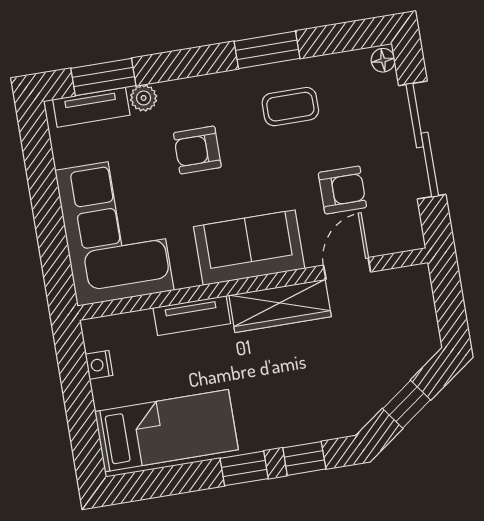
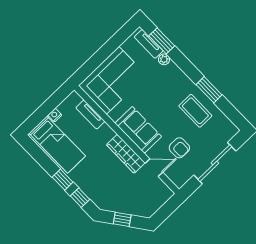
floor lamp: (383, 60) -> (233, 131), removed
coffee table: (290, 107) -> (195, 111), width x1.36, depth x1.30
armchair: (197, 150) -> (159, 90), removed
tv unit: (192, 316) -> (90, 114), moved
nightstand: (99, 365) -> (55, 115), moved

